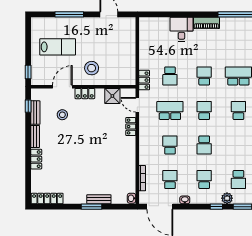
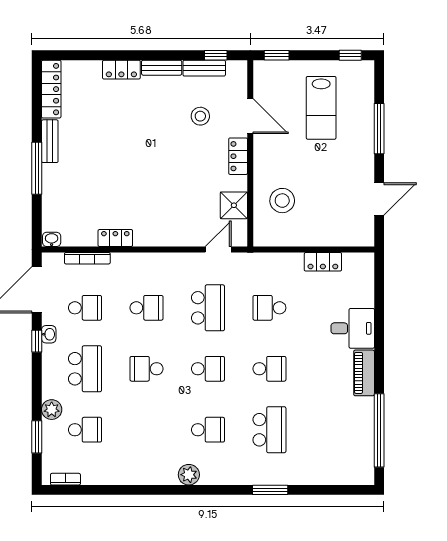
window: (28, 31) -> (350, 55), added
stool: (92, 68) -> (282, 201), moved
locker: (144, 80) -> (323, 262), moved
locker: (131, 127) -> (115, 238), moved
school desk: (204, 180) -> (85, 369), width x1.85
school desk: (238, 180) -> (85, 430), turned 180
bench: (99, 199) -> (50, 141), moved
window: (92, 207) -> (37, 168), width x1.44
window: (216, 207) -> (37, 341), moved

